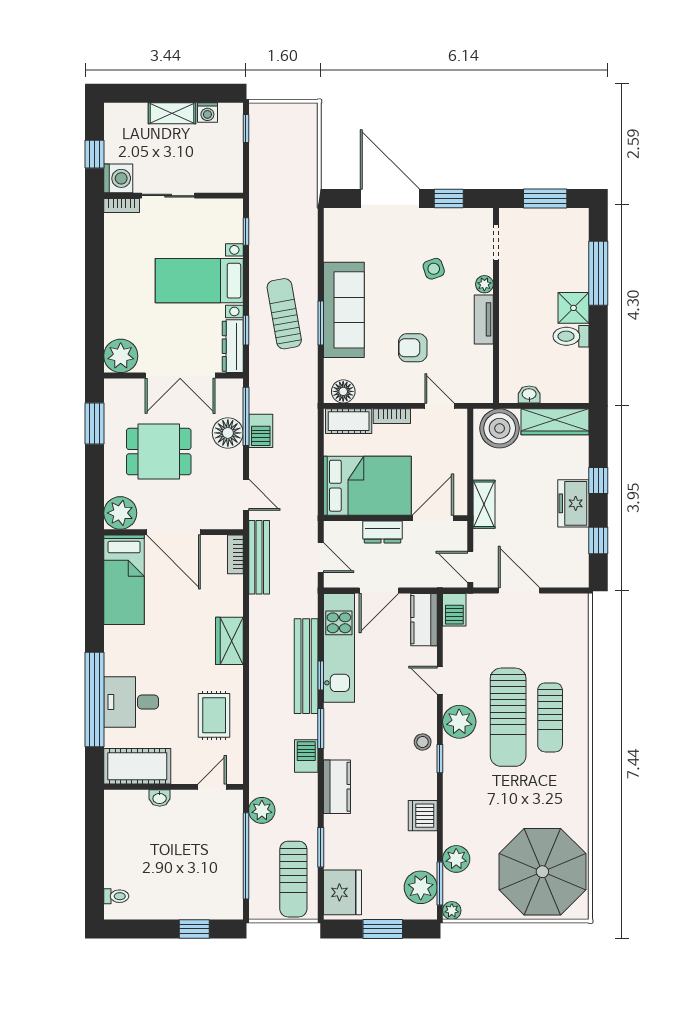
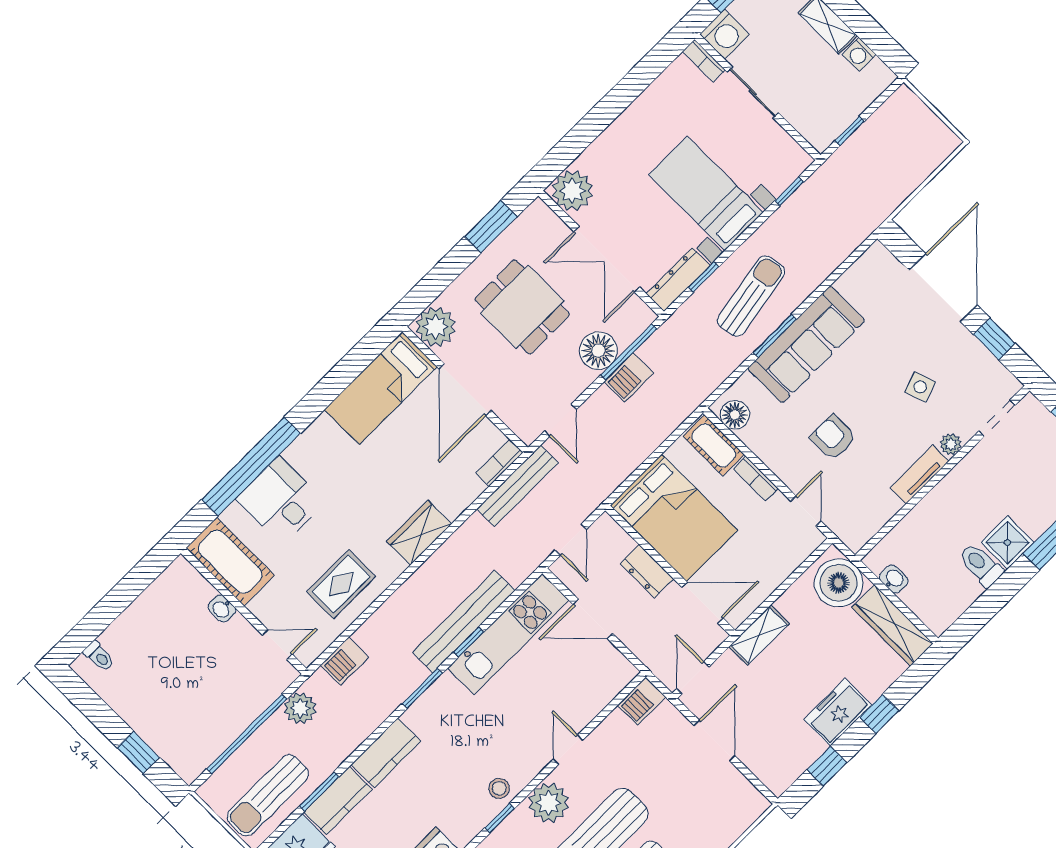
window: (246, 128) -> (850, 131), moved
kitchen counter: (424, 620) -> (338, 801), moved, turned 180
barbecue: (306, 756) -> (345, 661), moved, turned 180

